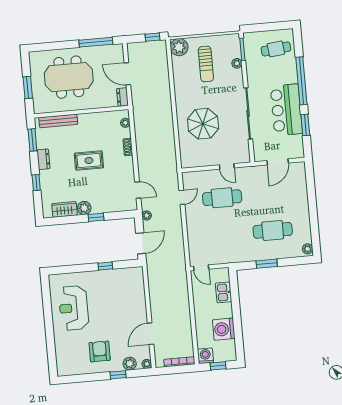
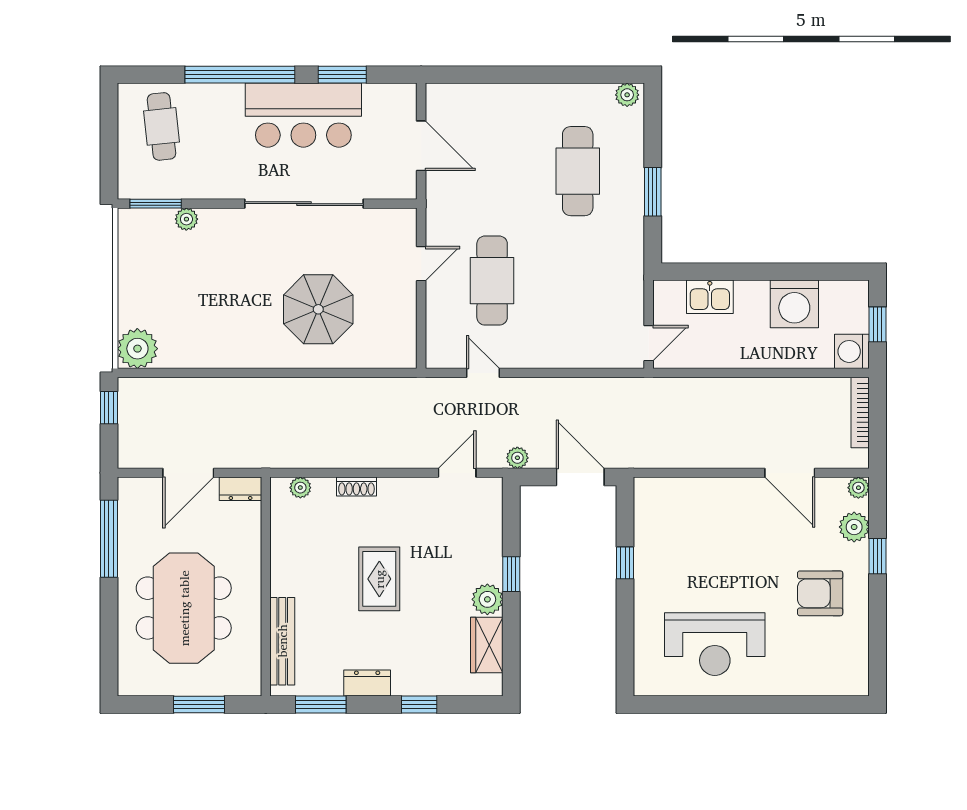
sun lounger: (206, 64) -> (182, 290), removed

